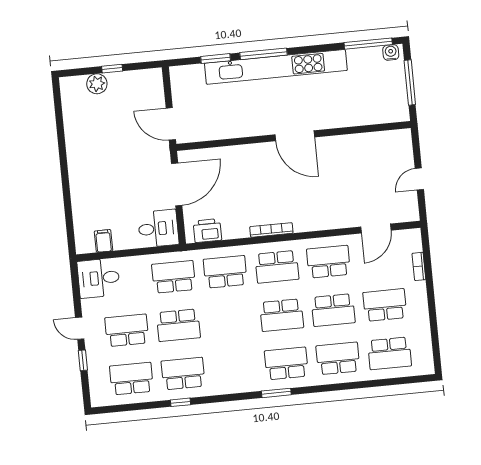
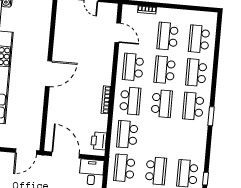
school desk: (333, 310) -> (165, 70), turned 180
school desk: (390, 353) -> (199, 39), turned 180

